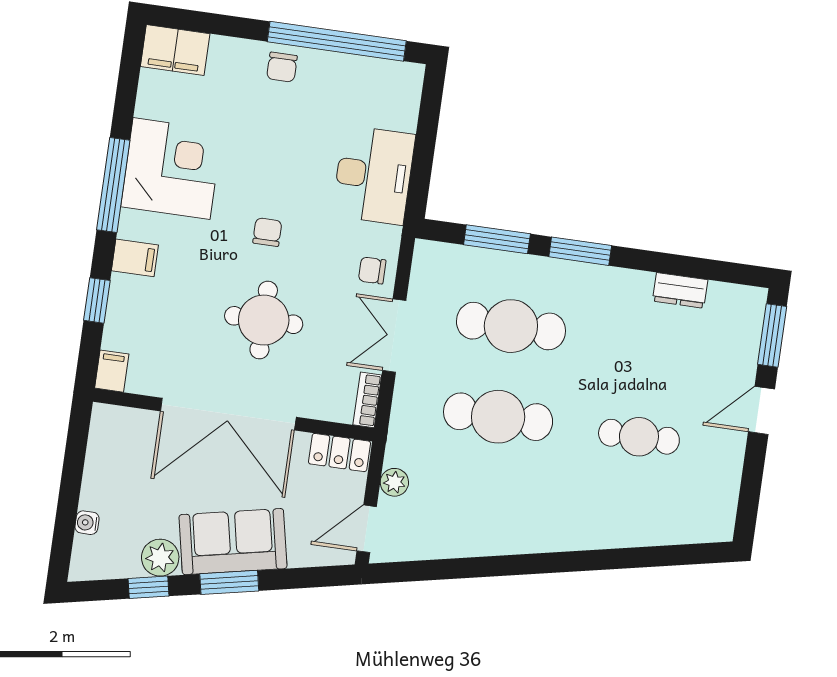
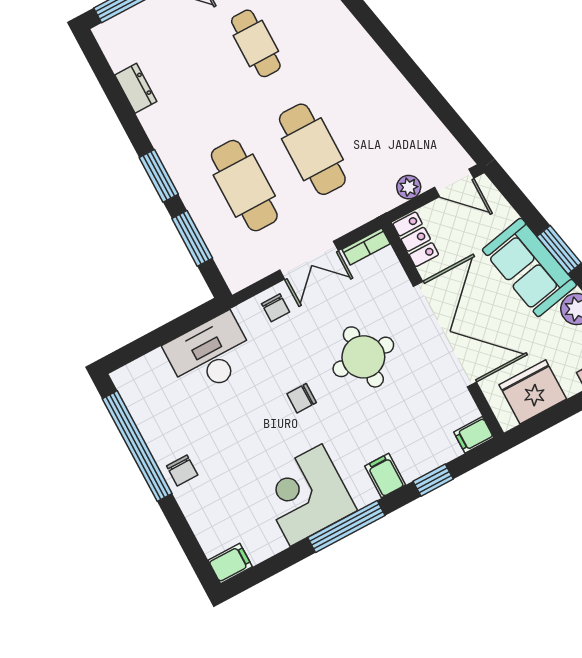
filing cabinet: (175, 50) -> (230, 564), width x0.50
chair: (282, 67) -> (182, 470), turned 90
fridge: (112, 458) -> (533, 392), added

